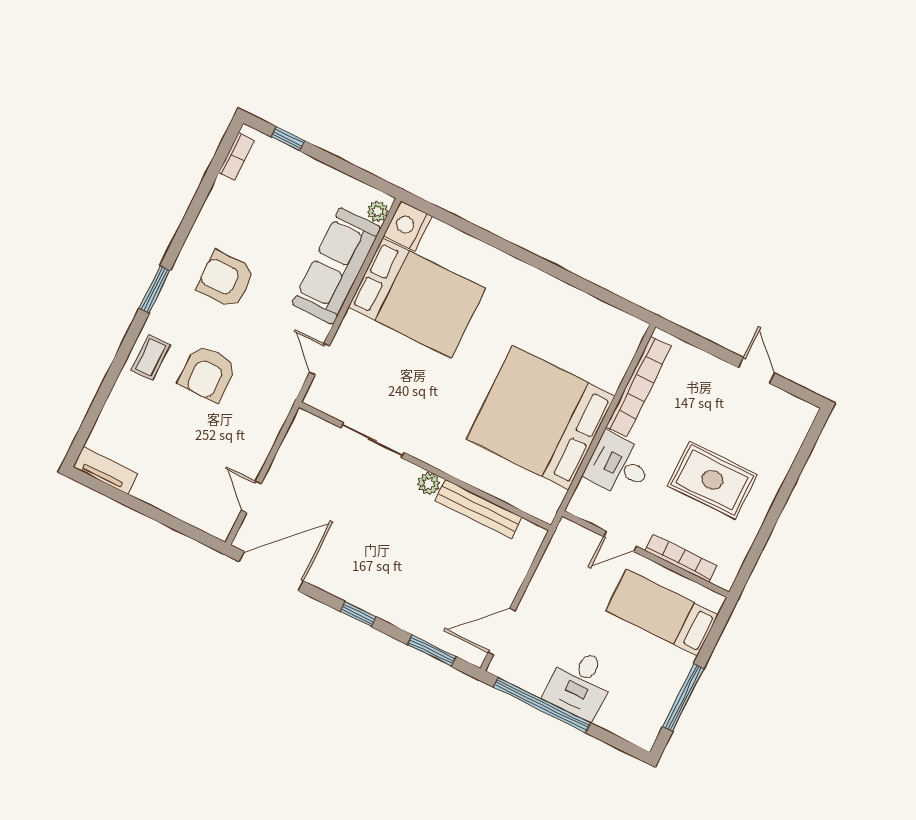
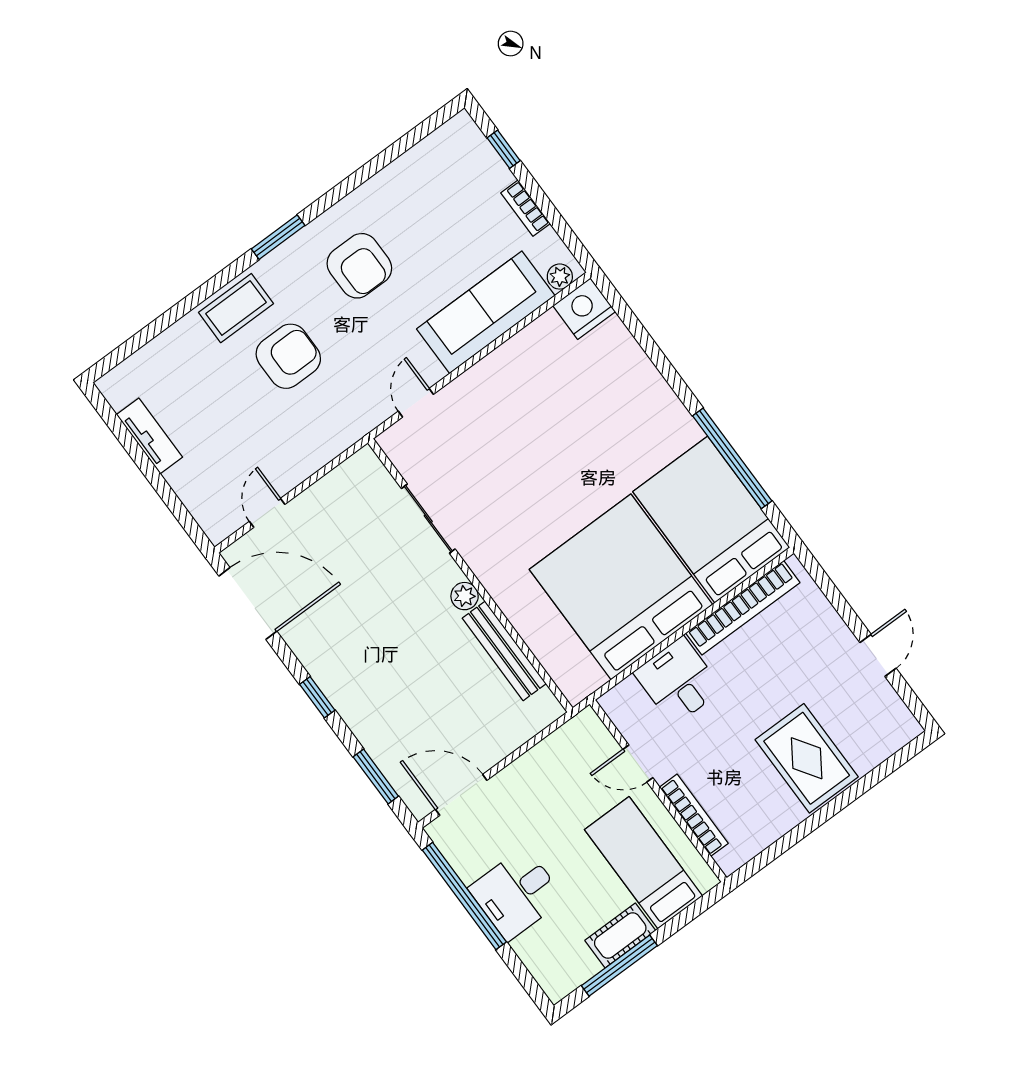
bookcase: (236, 157) -> (526, 208), moved, turned 90
armchair: (226, 280) -> (359, 266), turned 180
window: (574, 280) -> (732, 458), added
bed: (417, 298) -> (711, 520), moved, turned 180
coffee table: (151, 358) -> (236, 308), width x1.36, depth x1.30
armchair: (207, 373) -> (288, 356), turned 180
tv unit: (105, 470) -> (149, 436), moved
rug: (712, 480) -> (807, 758), moved
cot: (672, 675) -> (620, 936), added

